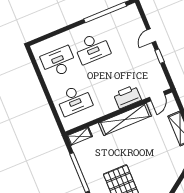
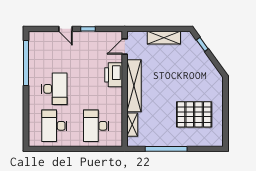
door: (157, 96) -> (125, 46), swing flipped
desk: (74, 100) -> (96, 126), turned 180
shelving: (80, 136) -> (132, 125), moved

